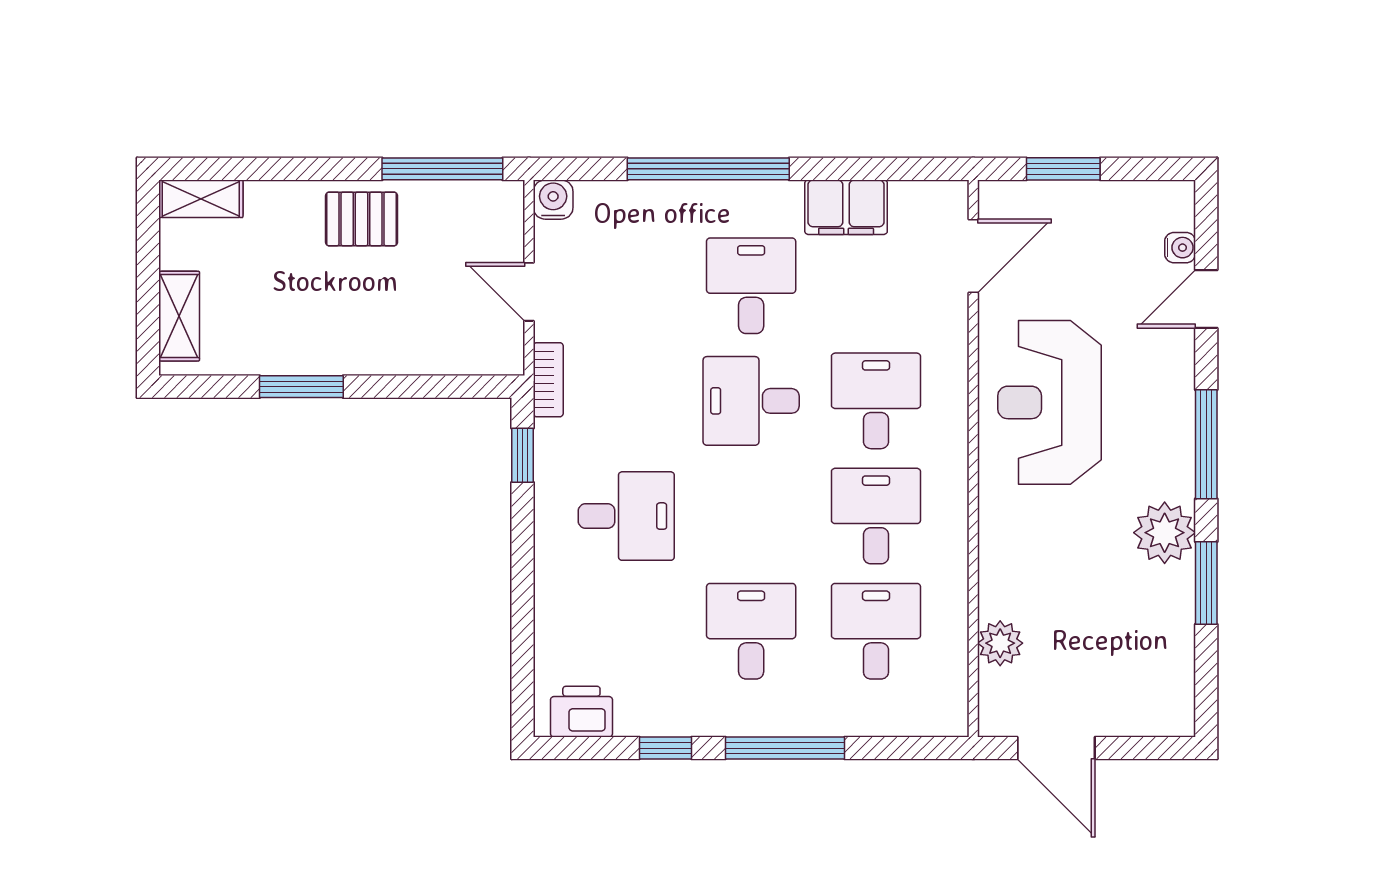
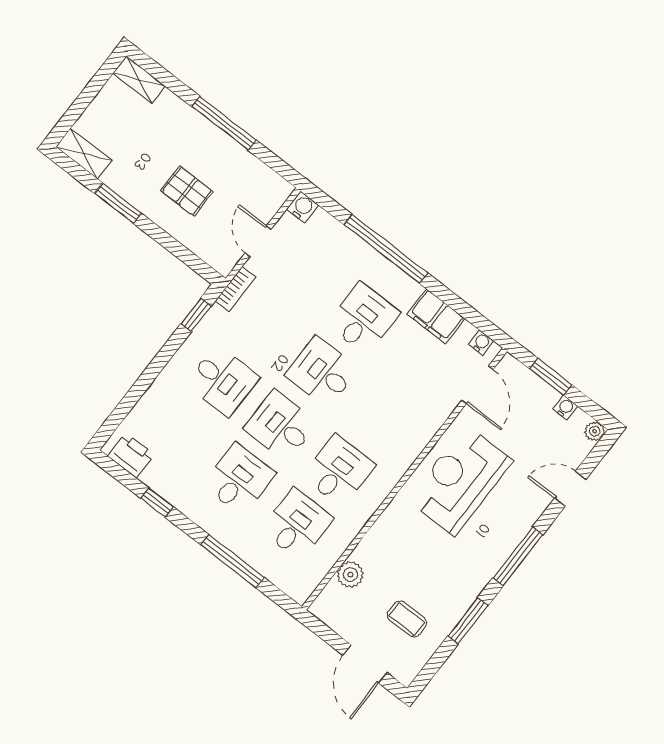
window: (442, 169) -> (224, 123), moved
water cooler: (934, 195) -> (481, 343), added
pallet: (362, 219) -> (187, 191), moved
water cooler: (1180, 248) -> (565, 408), moved, turned -90
door: (973, 256) -> (478, 385), hinge flipped
shelving: (179, 316) -> (84, 154), moved, turned 90
desk: (876, 401) -> (280, 426), moved, turned -90
plant: (1165, 533) -> (595, 431), moved, width x0.53, depth x0.53
coffee table: (1123, 644) -> (407, 619), added
window: (785, 748) -> (232, 561), moved
door: (1056, 748) -> (365, 664), moved

